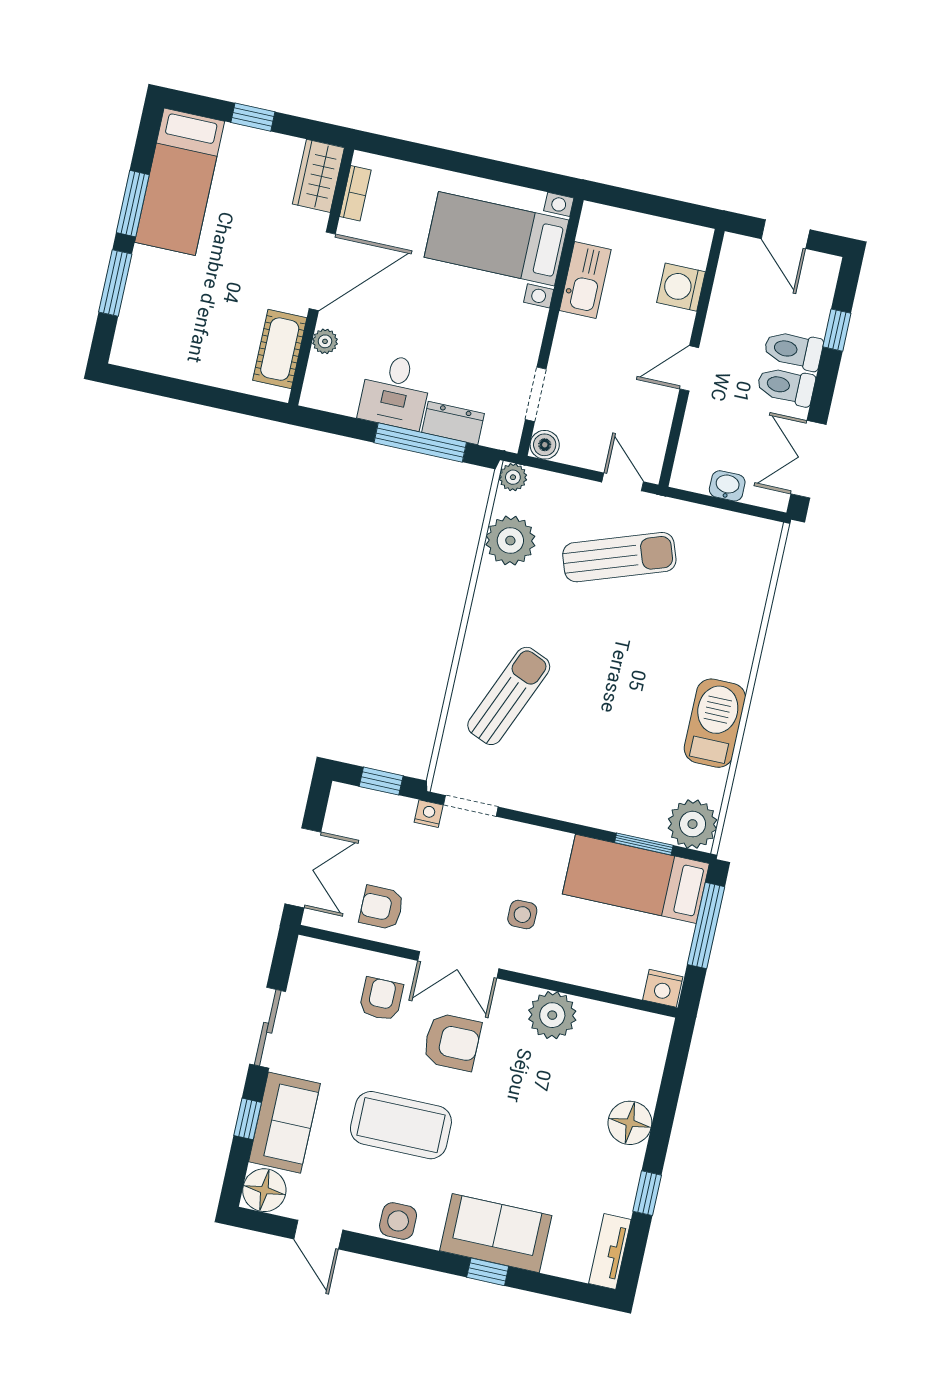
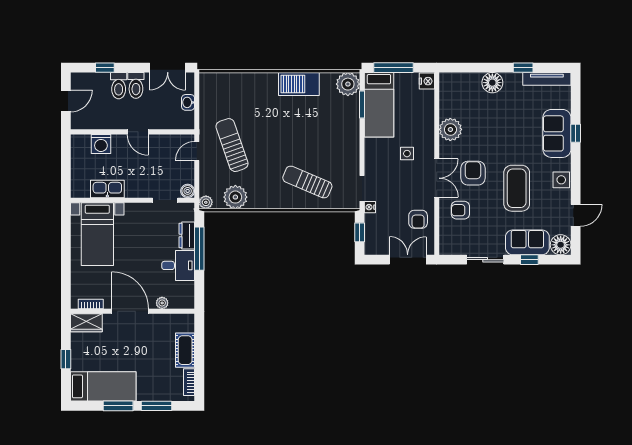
cot: (280, 349) -> (185, 350), moved, turned 90
bookcase: (149, 361) -> (189, 382), added
tv unit: (610, 1251) -> (547, 79), width x1.41

